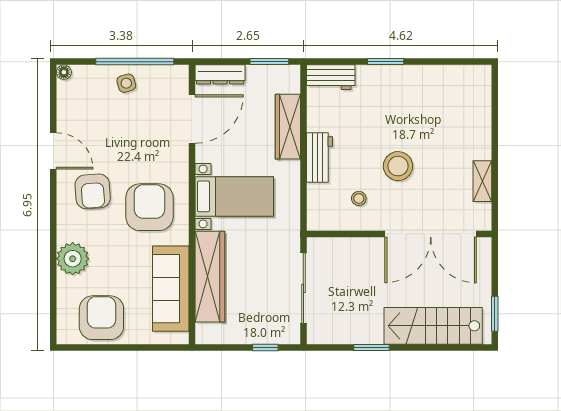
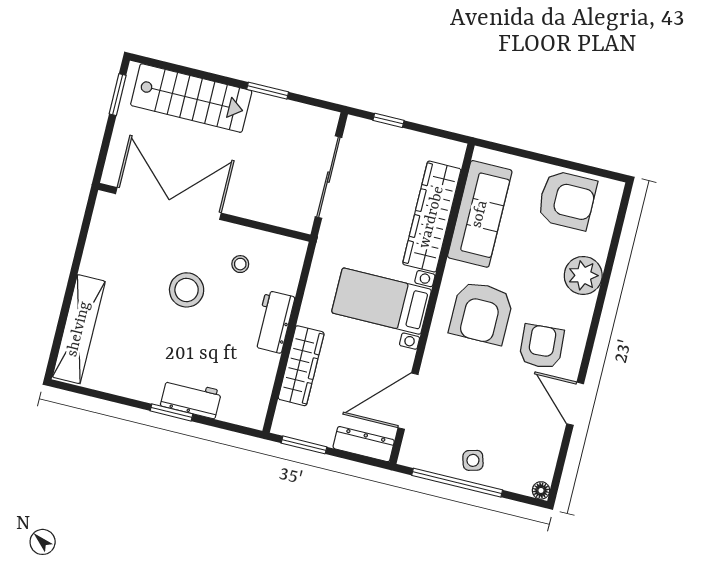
workbench: (331, 77) -> (191, 398), moved
shelving: (482, 181) -> (79, 329), moved, width x2.20, depth x1.33
armchair: (101, 318) -> (567, 200), turned -90

